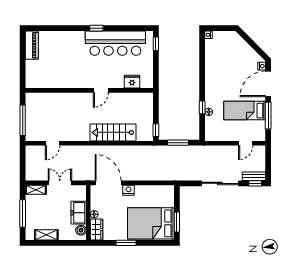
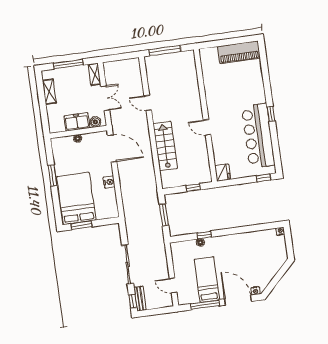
piano: (32, 45) -> (239, 52), width x1.37, depth x1.33
fridge: (132, 82) -> (223, 173), moved
window: (156, 130) -> (193, 188), moved
door: (53, 143) -> (148, 103), moved
door: (108, 183) -> (112, 148), hinge flipped
nightstand: (128, 190) -> (109, 182), moved
boiler: (81, 230) -> (95, 122), moved
wardrobe: (97, 230) -> (62, 143), removed

